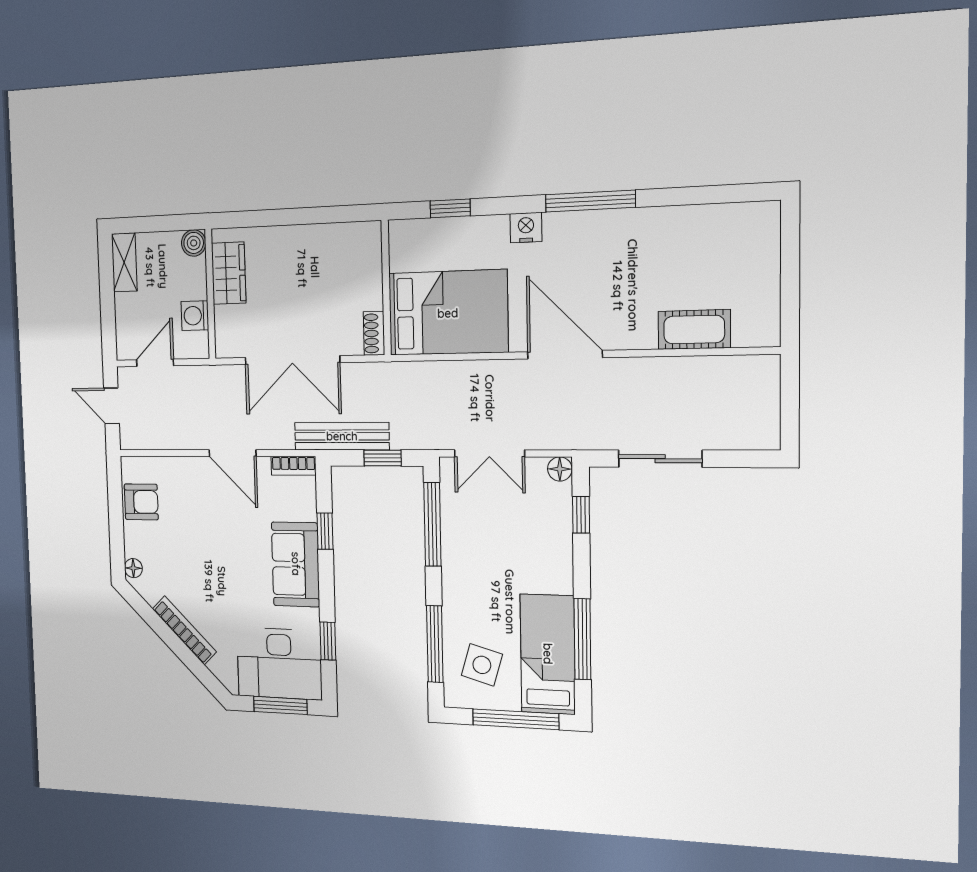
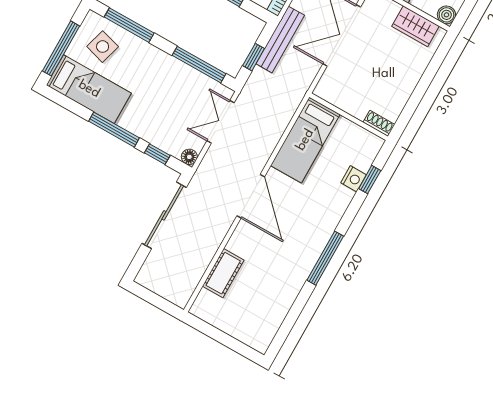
nightstand: (526, 228) -> (353, 179), moved
bed: (448, 313) -> (305, 140), width x0.67
shoe rack: (374, 333) -> (379, 123), moved
door: (565, 355) -> (251, 196), hinge flipped
sliding door: (660, 459) -> (164, 215), width x1.37
window: (582, 639) -> (114, 130), moved

